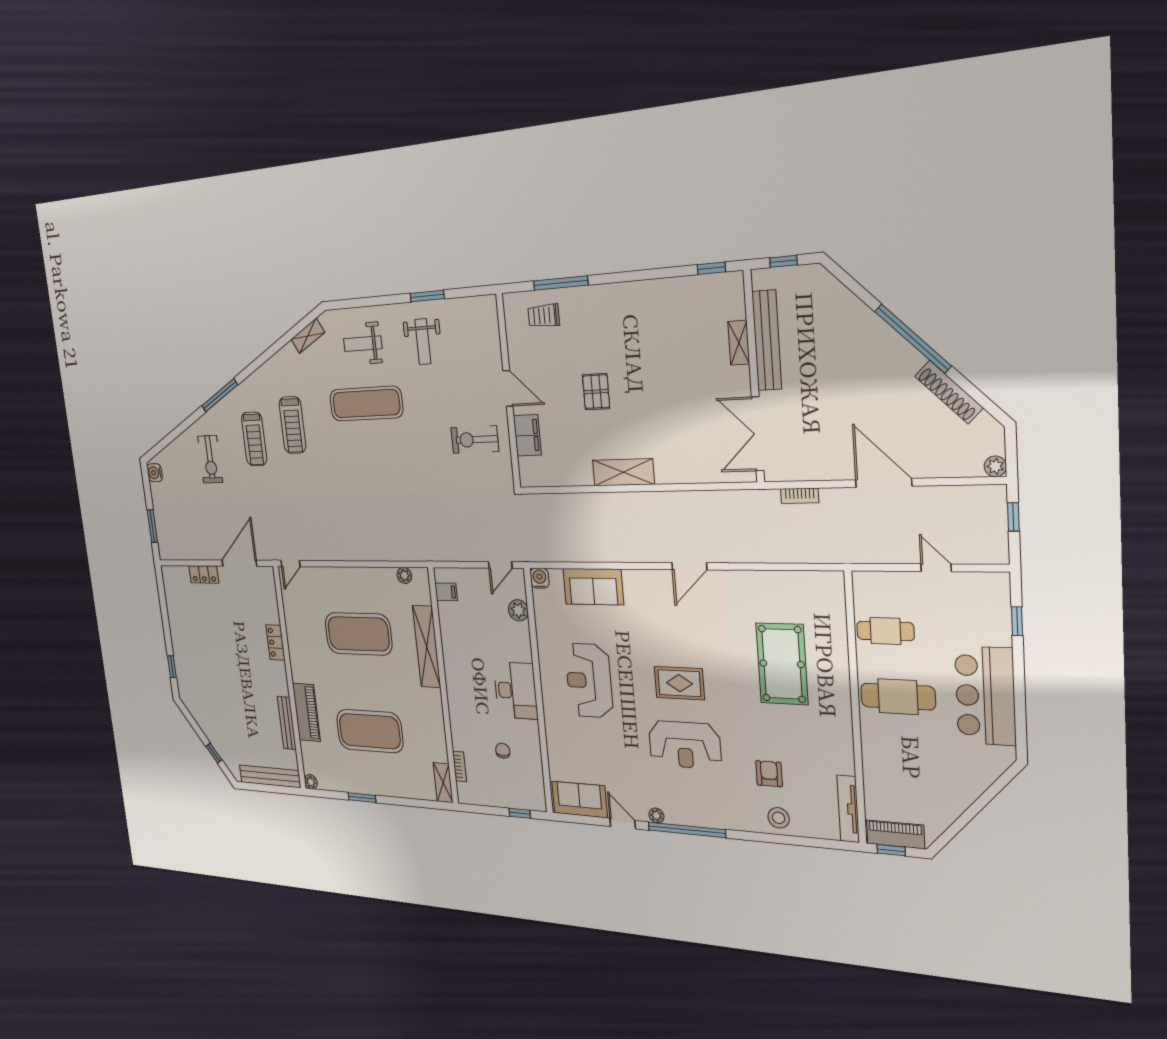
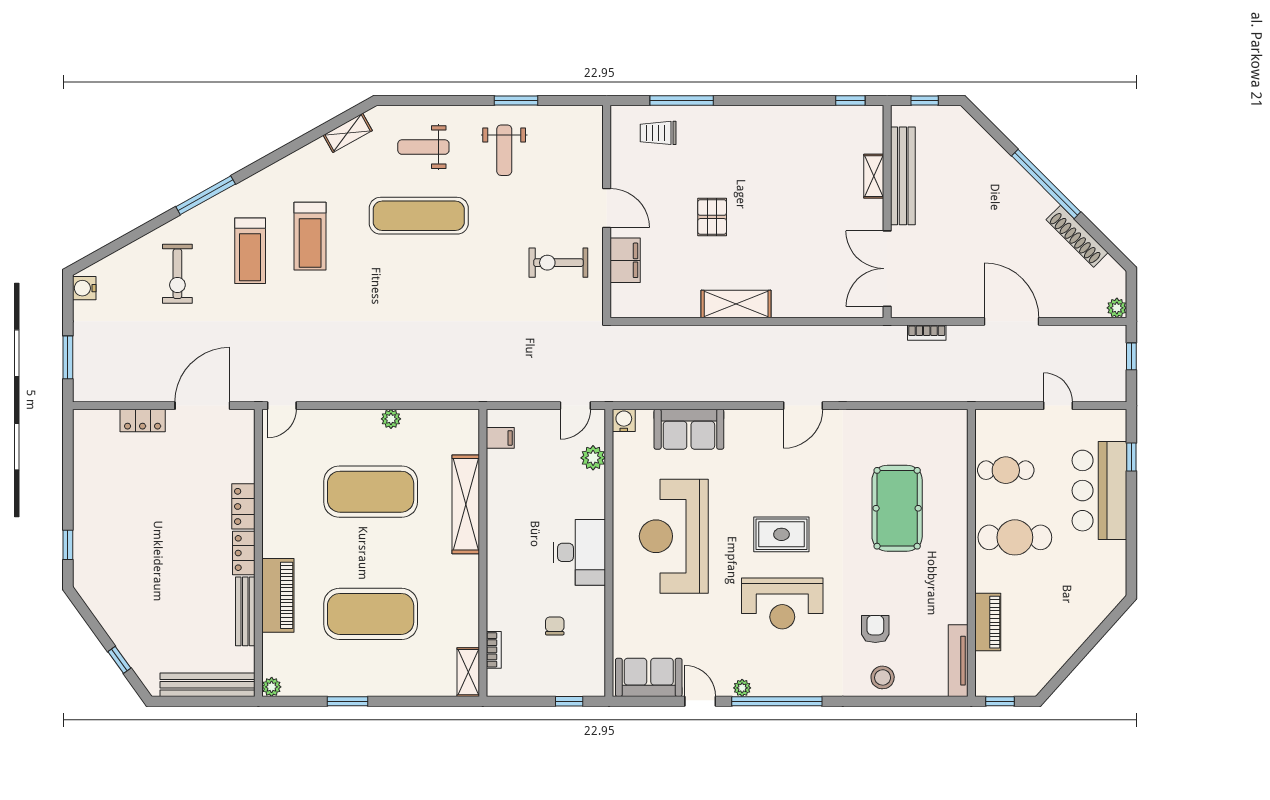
plant: (404, 575) -> (391, 419), moved
locker: (280, 678) -> (244, 553), added
reception desk: (589, 681) -> (674, 536), width x1.36, depth x1.30
bar counter: (985, 696) -> (1099, 491), moved
piano: (896, 834) -> (988, 622), moved, turned 90

